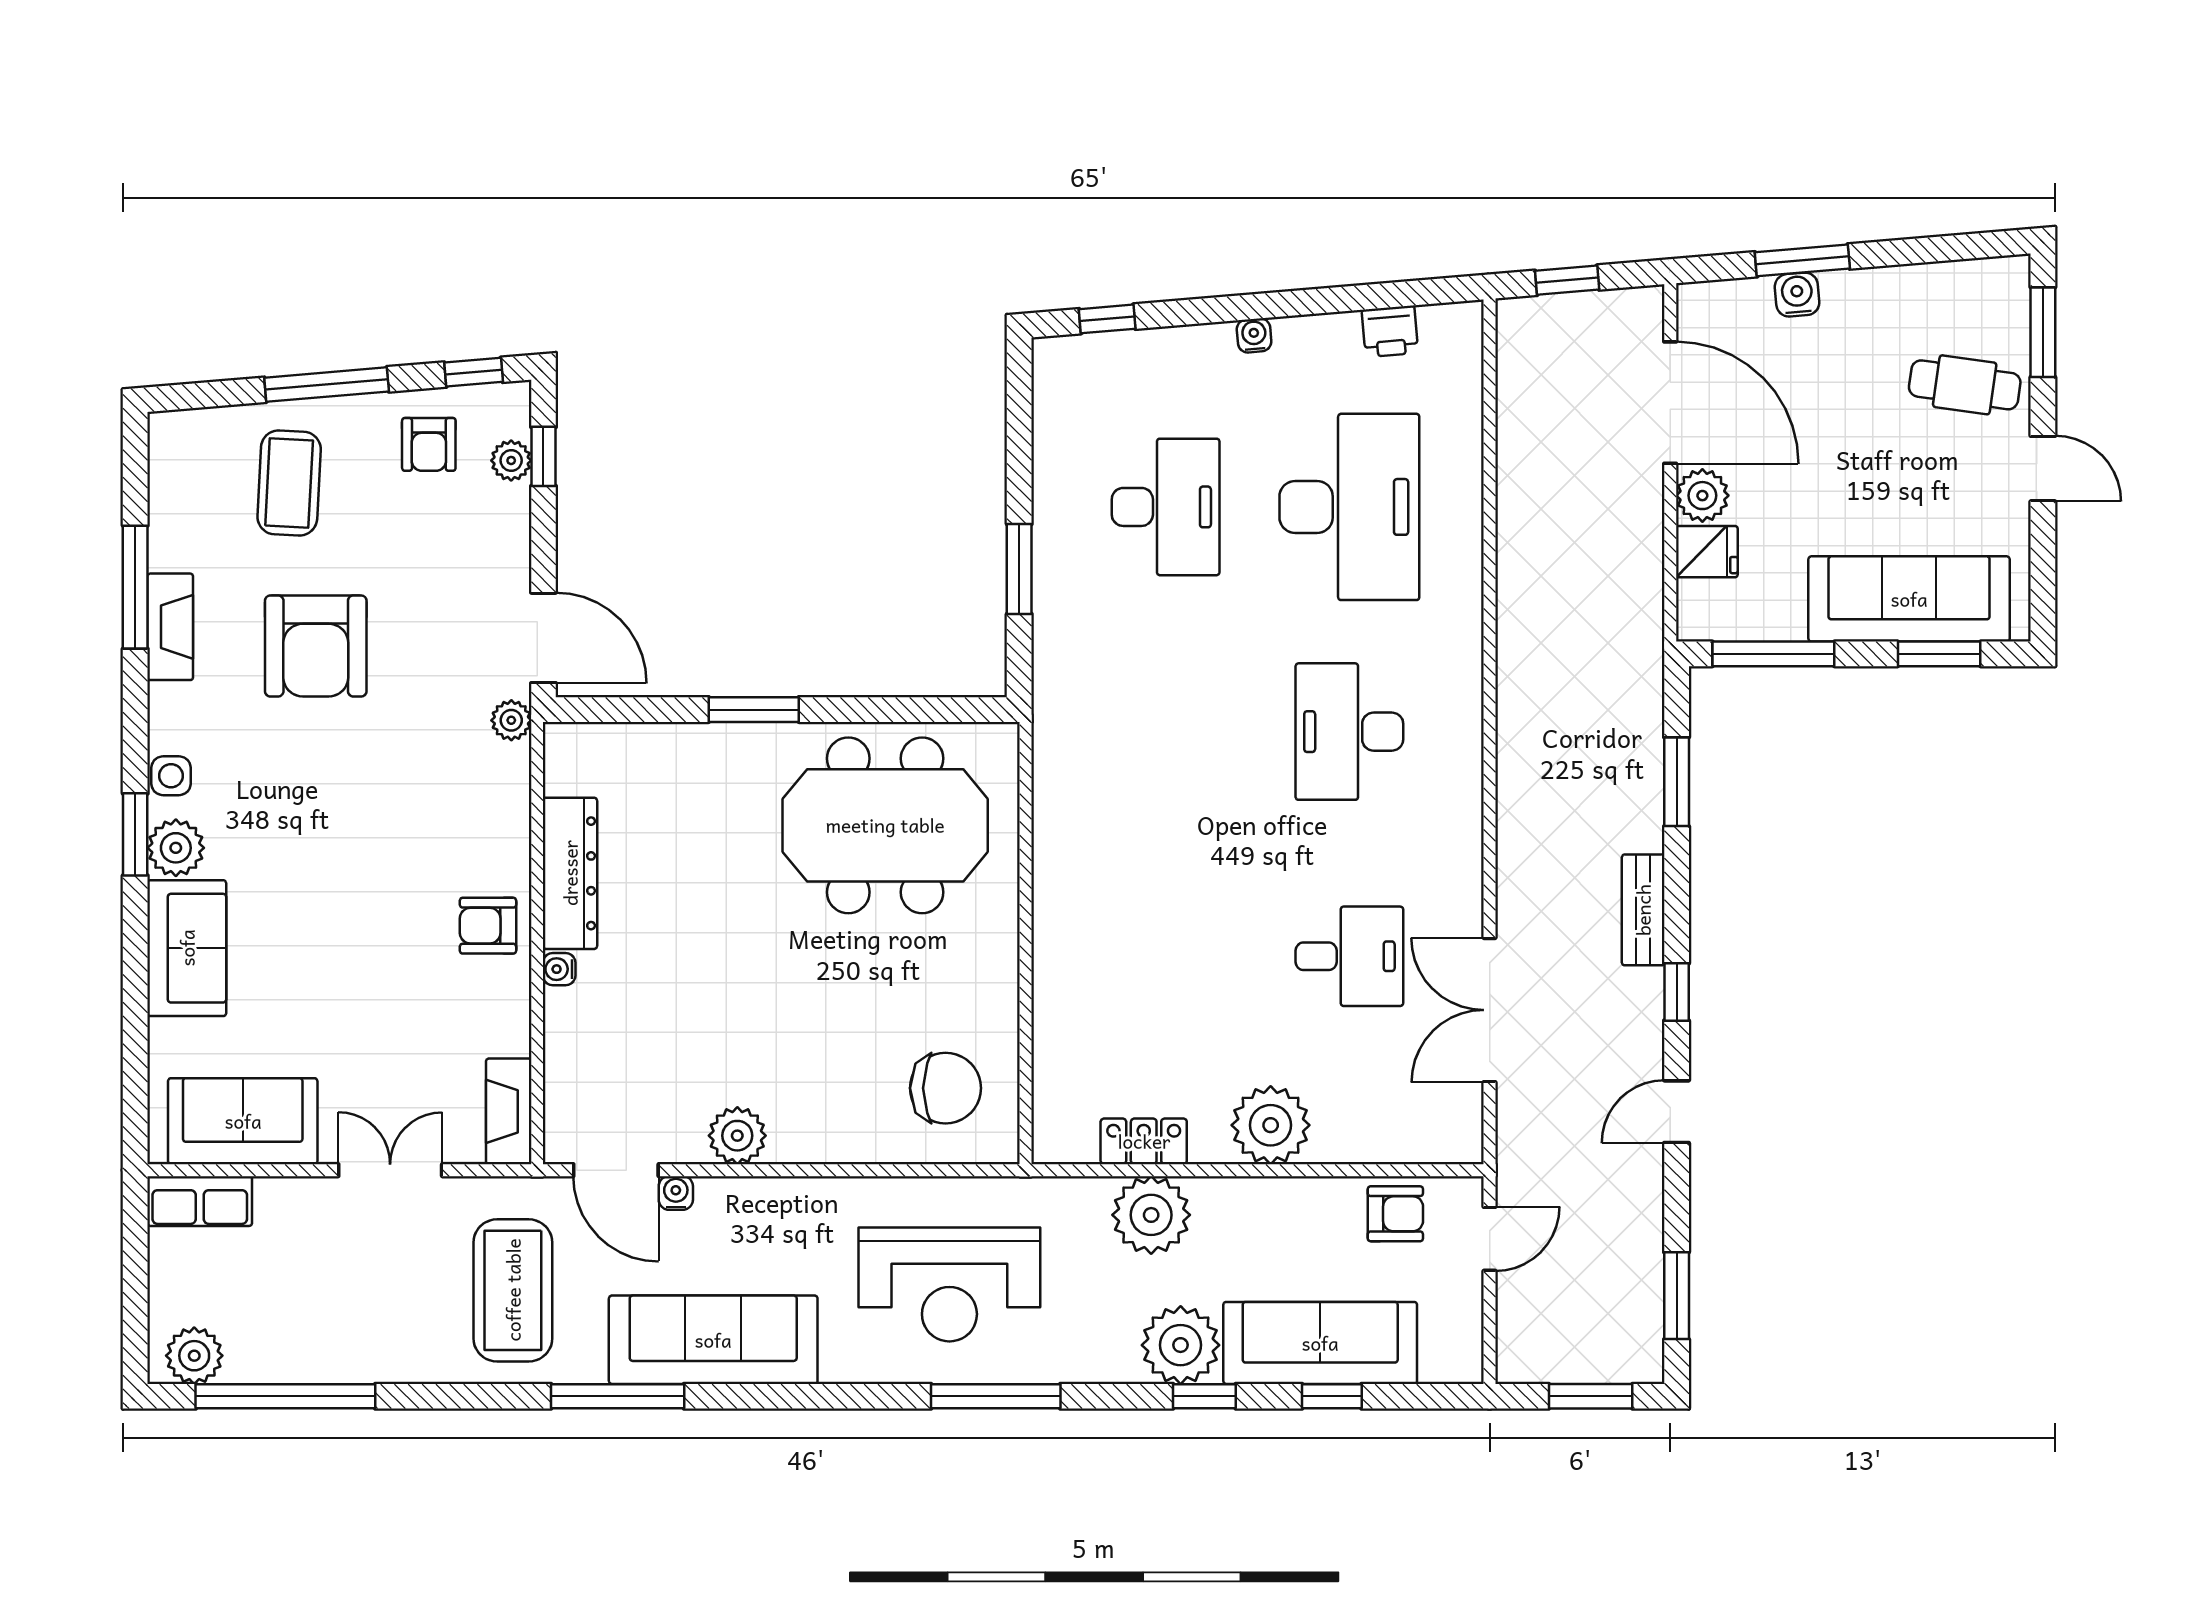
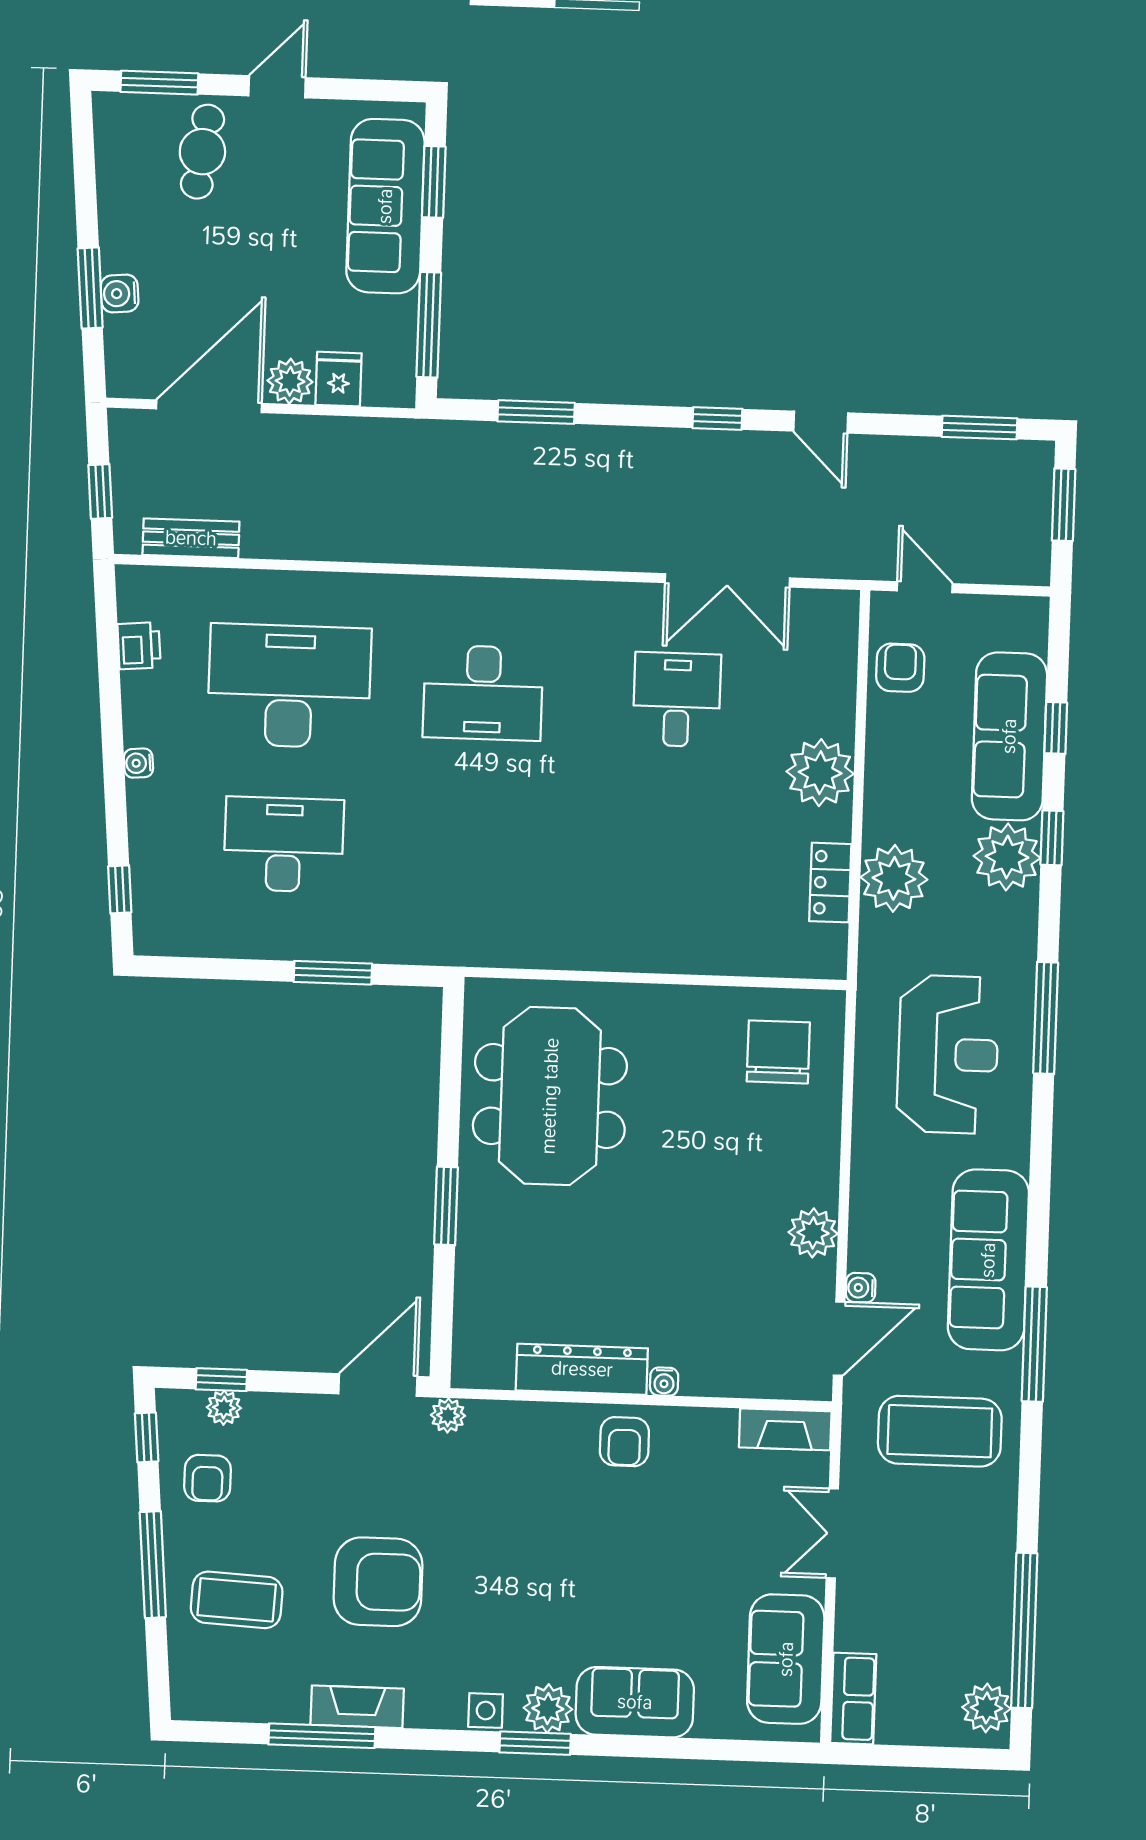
armchair: (429, 444) -> (208, 1478), turned 90
bench: (1643, 910) -> (191, 538), moved

